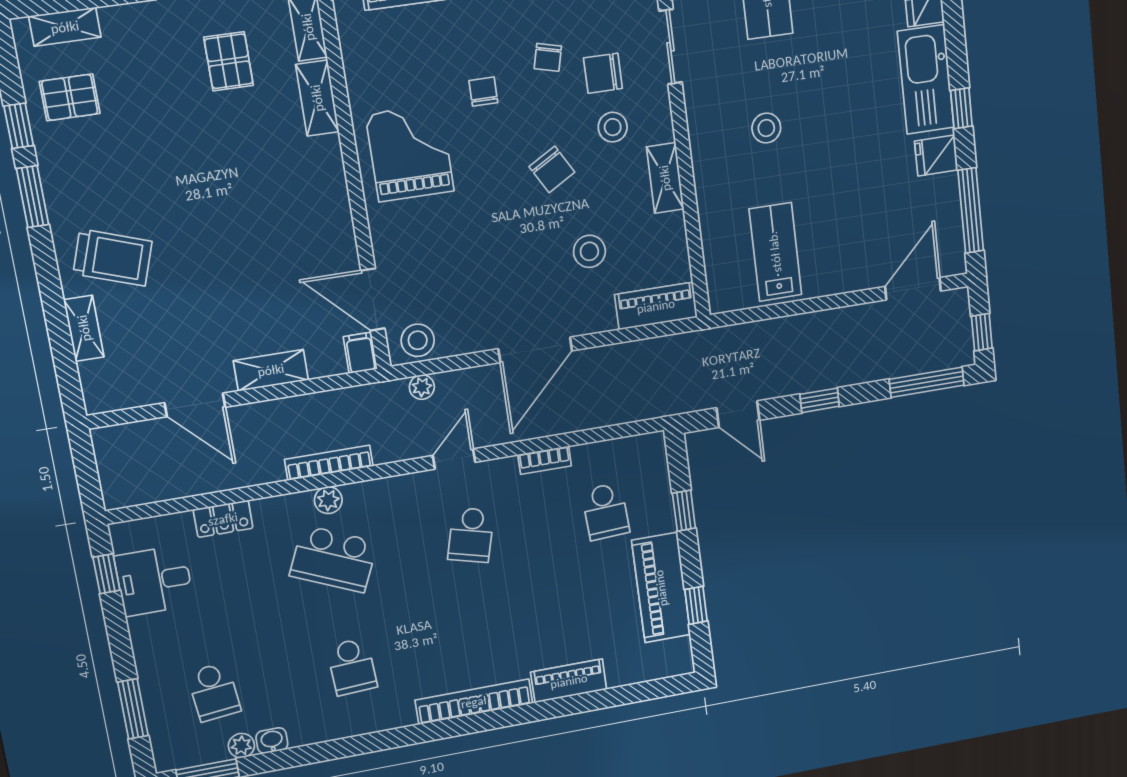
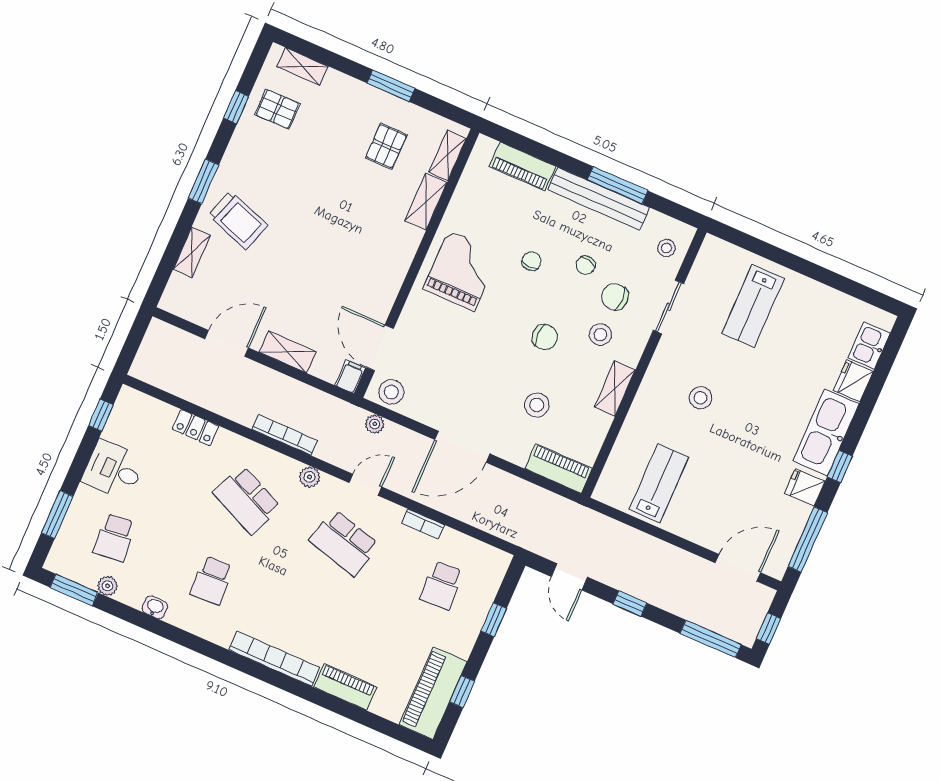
chair: (552, 169) -> (545, 337), turned -60
window: (33, 197) -> (203, 181), moved
door: (195, 405) -> (227, 343), swing flipped
plant: (328, 500) -> (310, 477), moved
school desk: (471, 535) -> (344, 543), width x1.85
desk: (154, 581) -> (113, 470), moved
piano: (661, 588) -> (433, 693), moved
washbasin: (272, 741) -> (155, 607), moved

